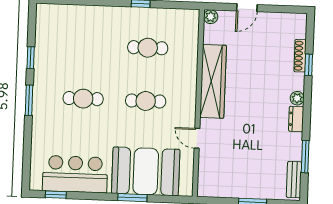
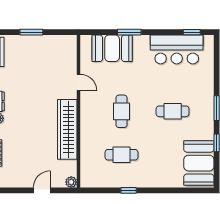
booth: (53, 34) -> (199, 163), added
cafe table: (146, 101) -> (121, 111), turned 90
booth: (146, 171) -> (112, 48), width x0.73, depth x0.70

